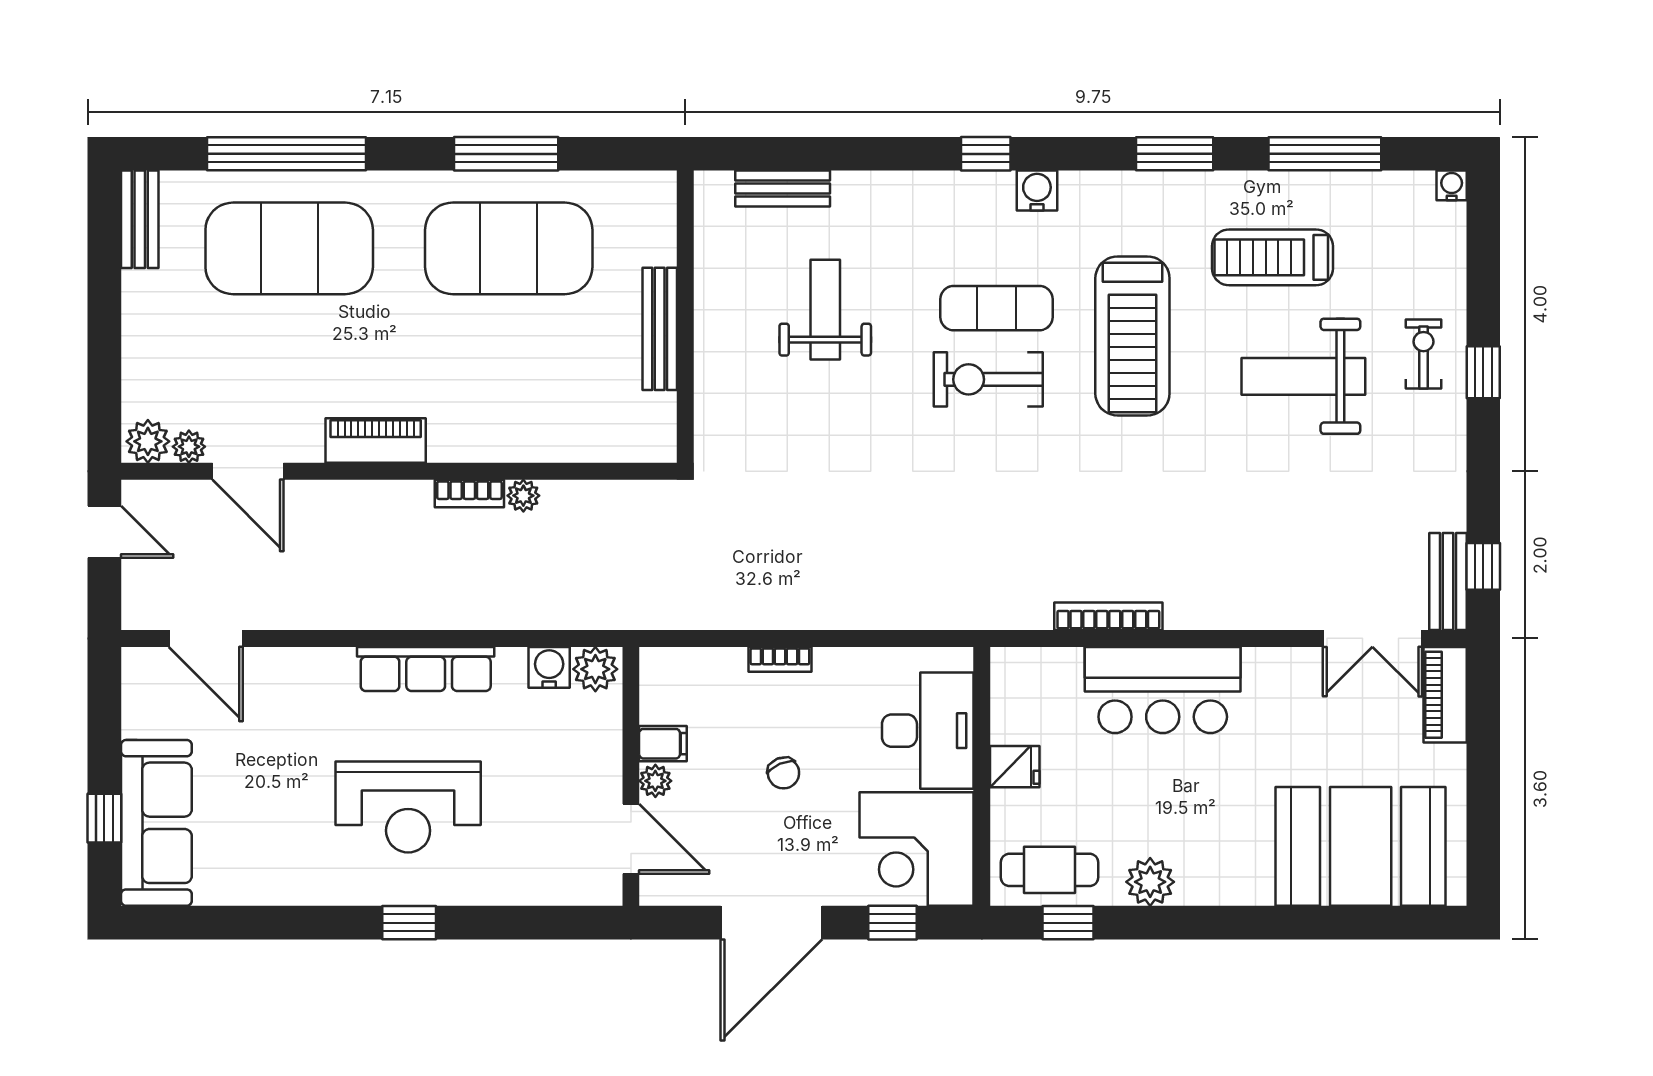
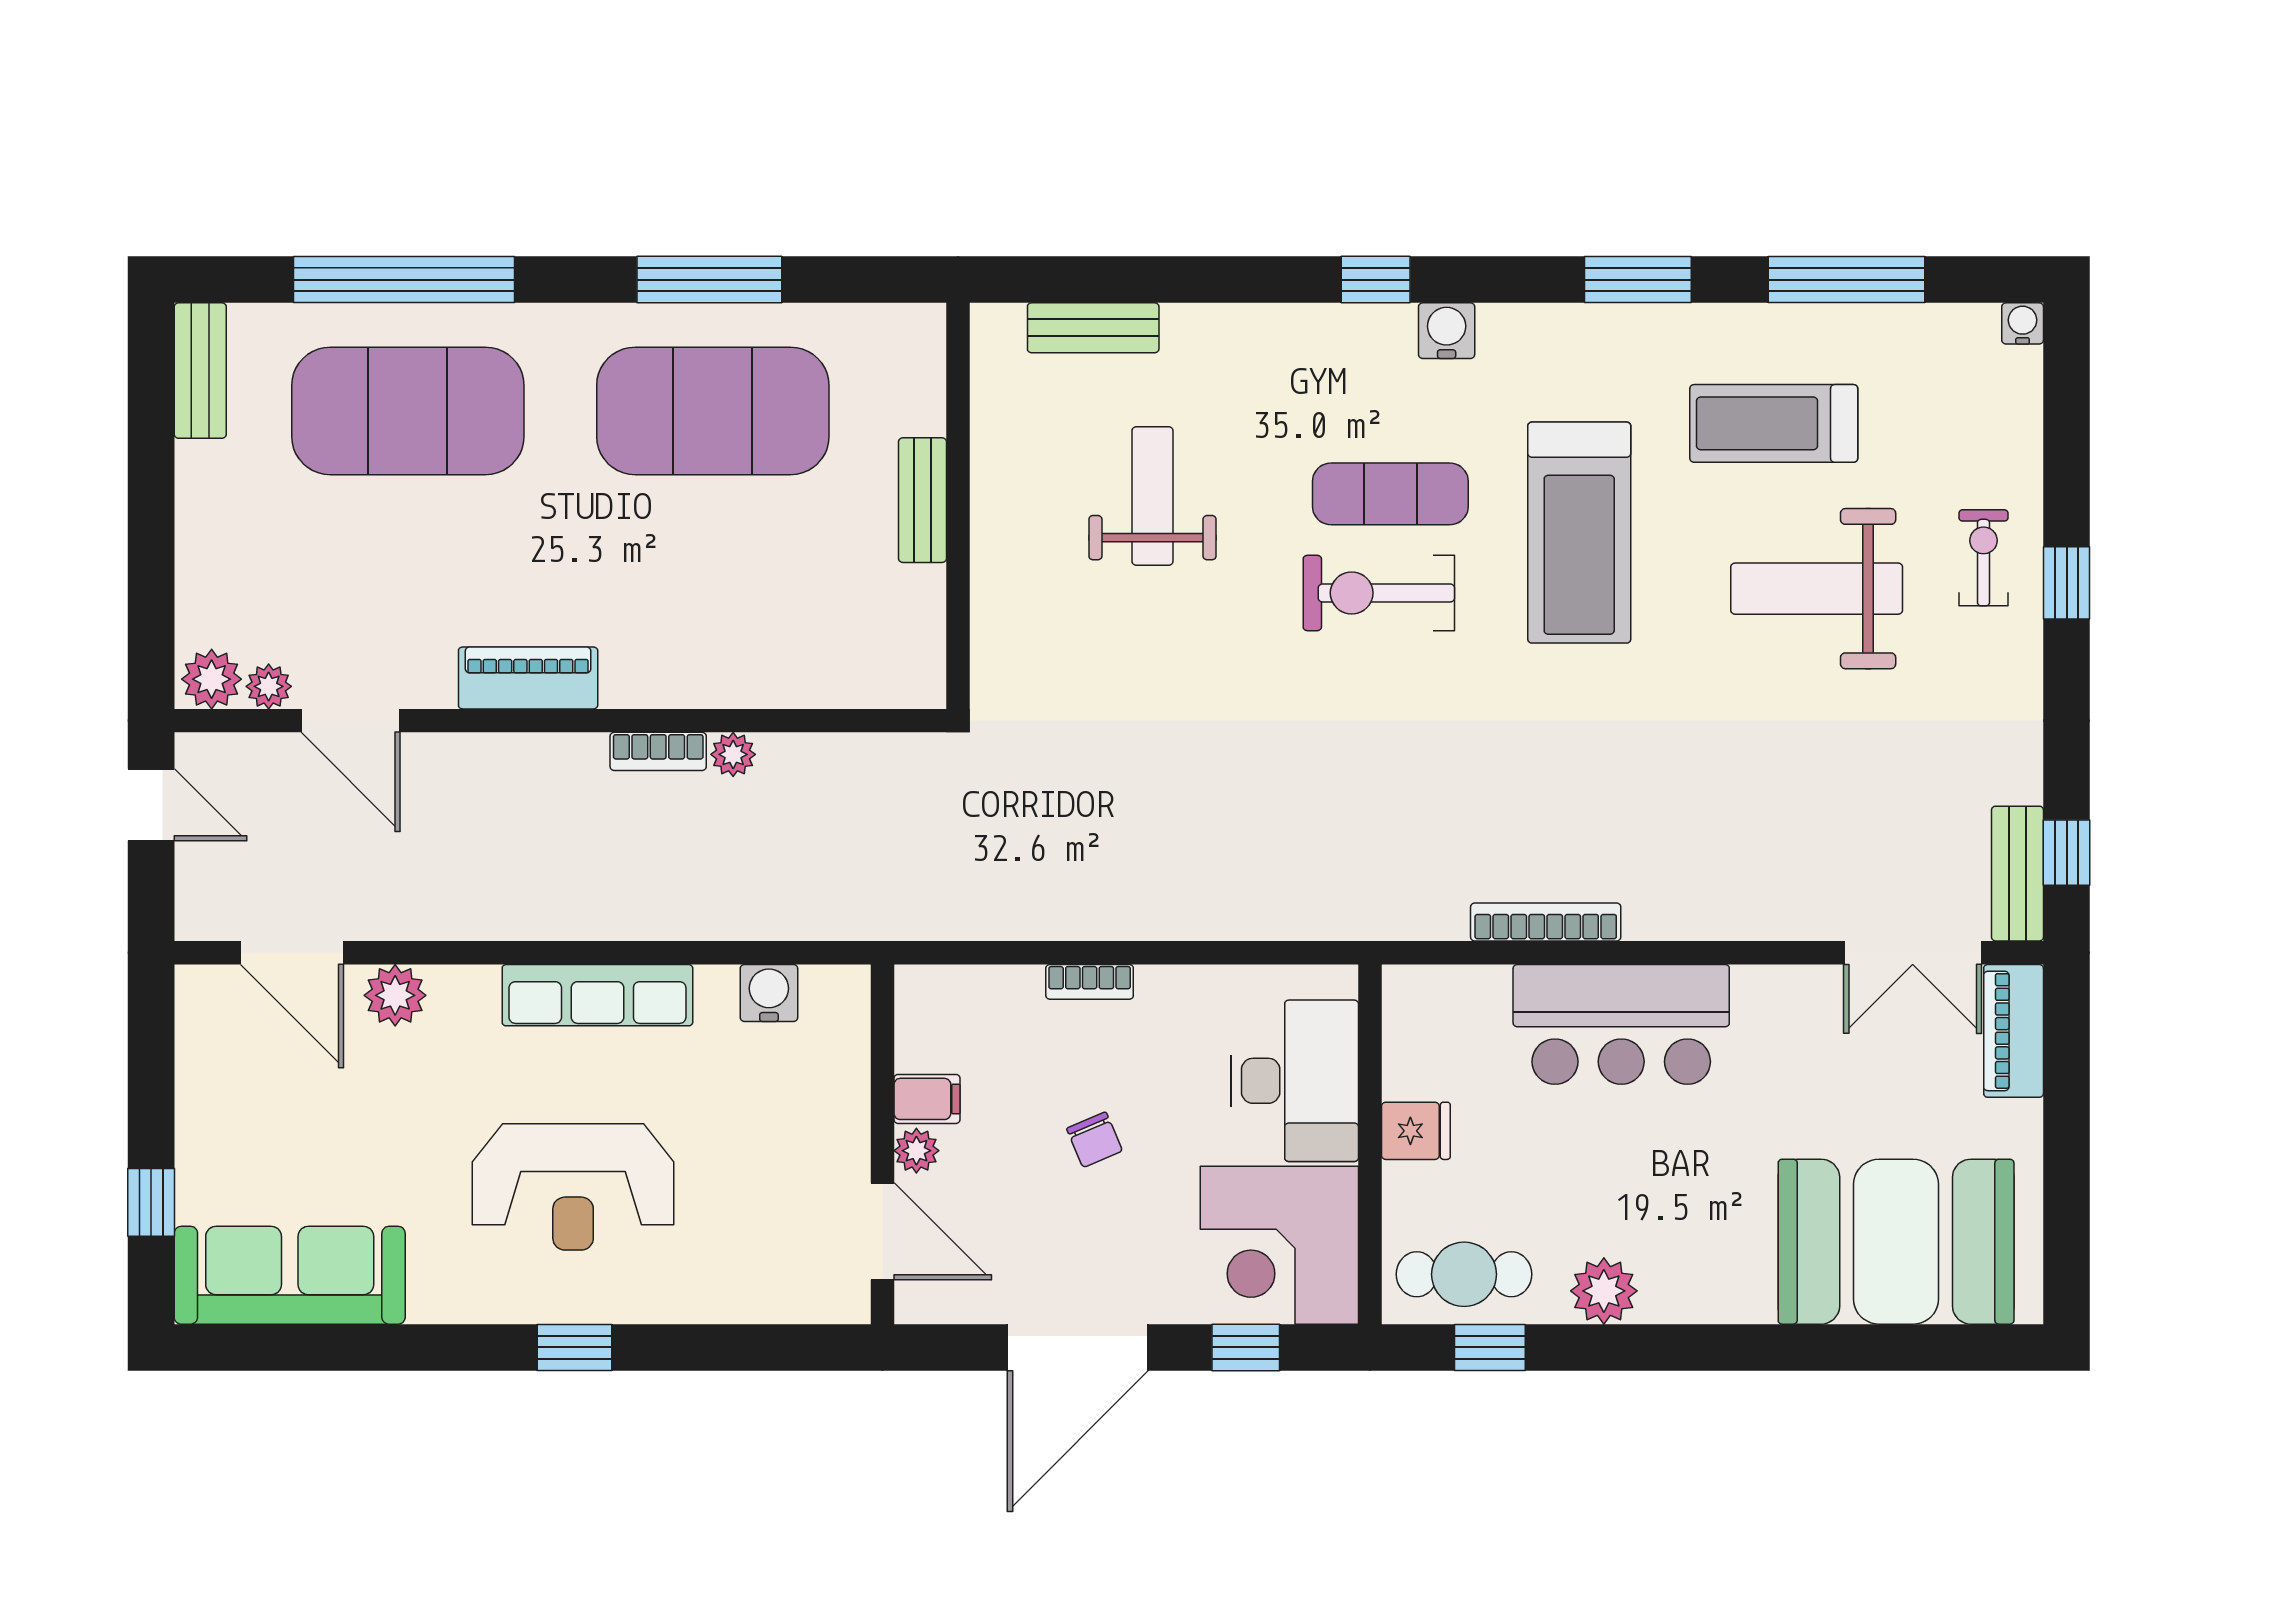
bench: (660, 329) -> (923, 500), width x0.73
plant: (595, 669) -> (395, 995), moved
sofa: (156, 823) -> (290, 1275), moved, turned -90

